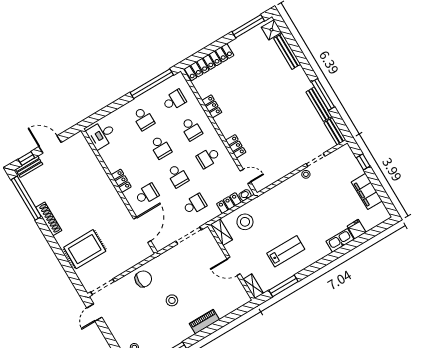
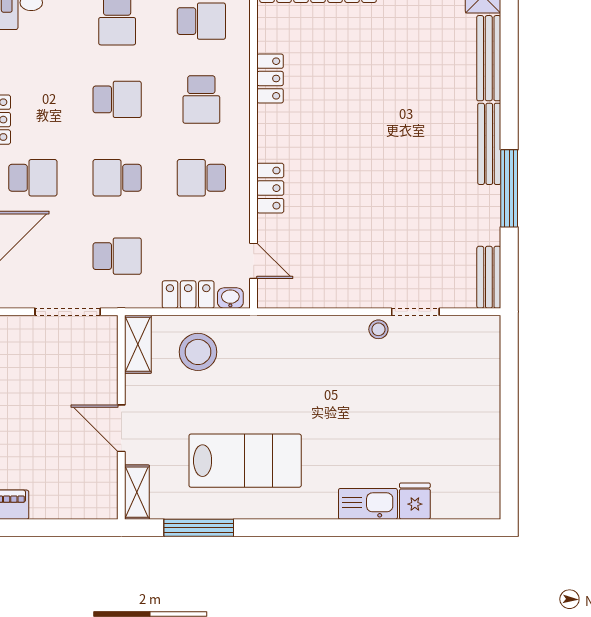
bench: (319, 104) -> (489, 144), moved
school desk: (161, 147) -> (117, 99), turned -90
window: (363, 162) -> (509, 373), removed
school desk: (178, 176) -> (117, 178), turned 90
filing cabinet: (367, 191) -> (481, 437), removed
lab bench: (286, 251) -> (245, 461), width x1.36, depth x1.39

